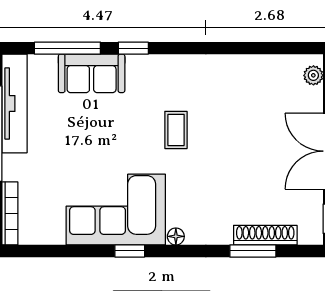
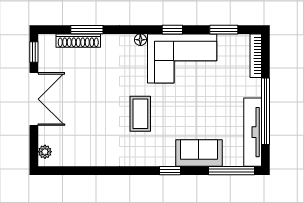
window: (67, 48) -> (232, 171), moved
coffee table: (176, 130) -> (140, 114), width x1.36, depth x1.30
window: (56, 251) -> (224, 30), added

